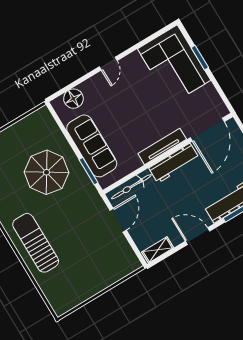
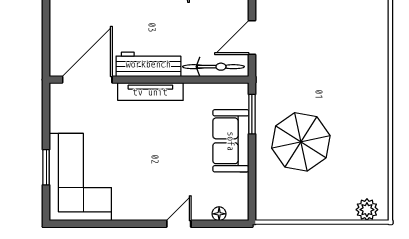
door: (108, 64) -> (179, 224), moved
floor lamp: (73, 99) -> (219, 214), width x0.53, depth x0.53
sofa: (92, 146) -> (231, 141), width x0.73
sun lounger: (36, 243) -> (362, 69), removed

